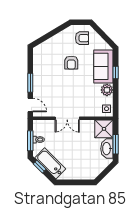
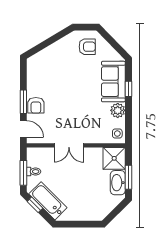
armchair: (71, 63) -> (36, 105), moved

